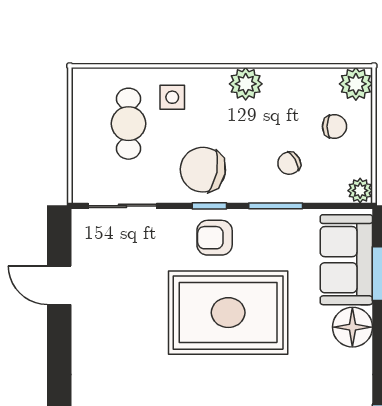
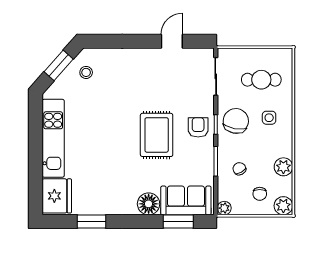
plant: (246, 84) -> (283, 167), moved
side table: (172, 97) -> (269, 118), moved
rug: (228, 313) -> (157, 135), width x0.73, depth x0.69

